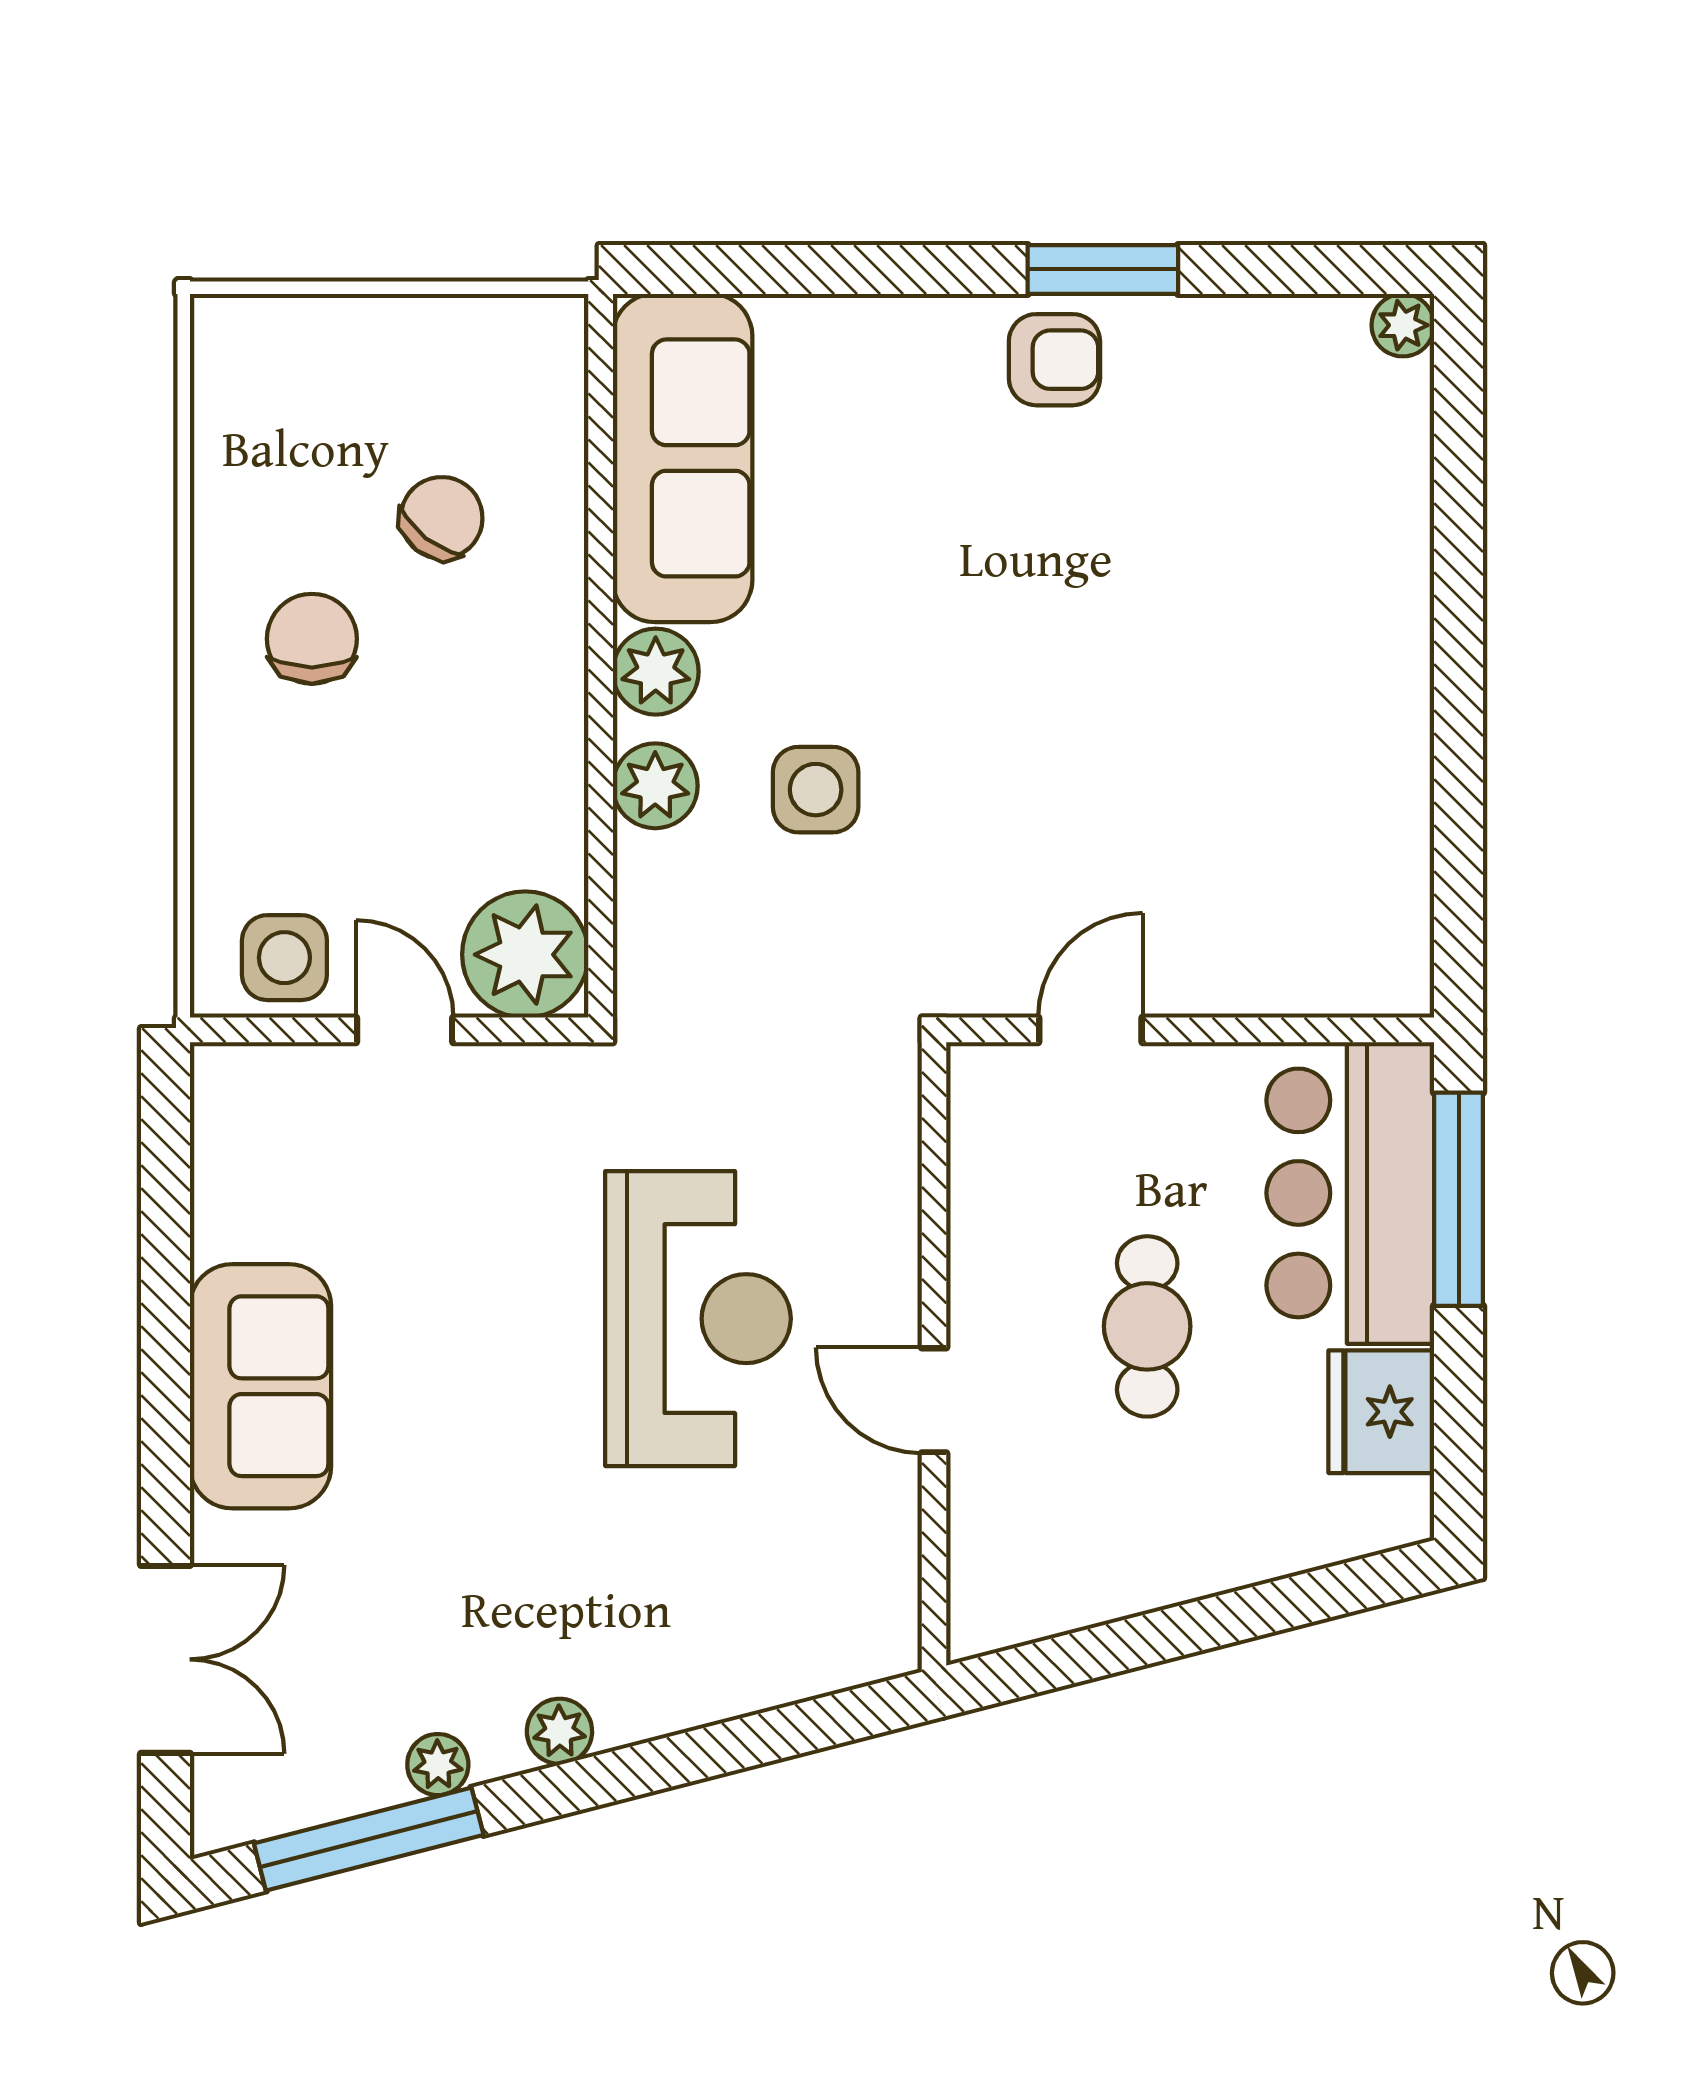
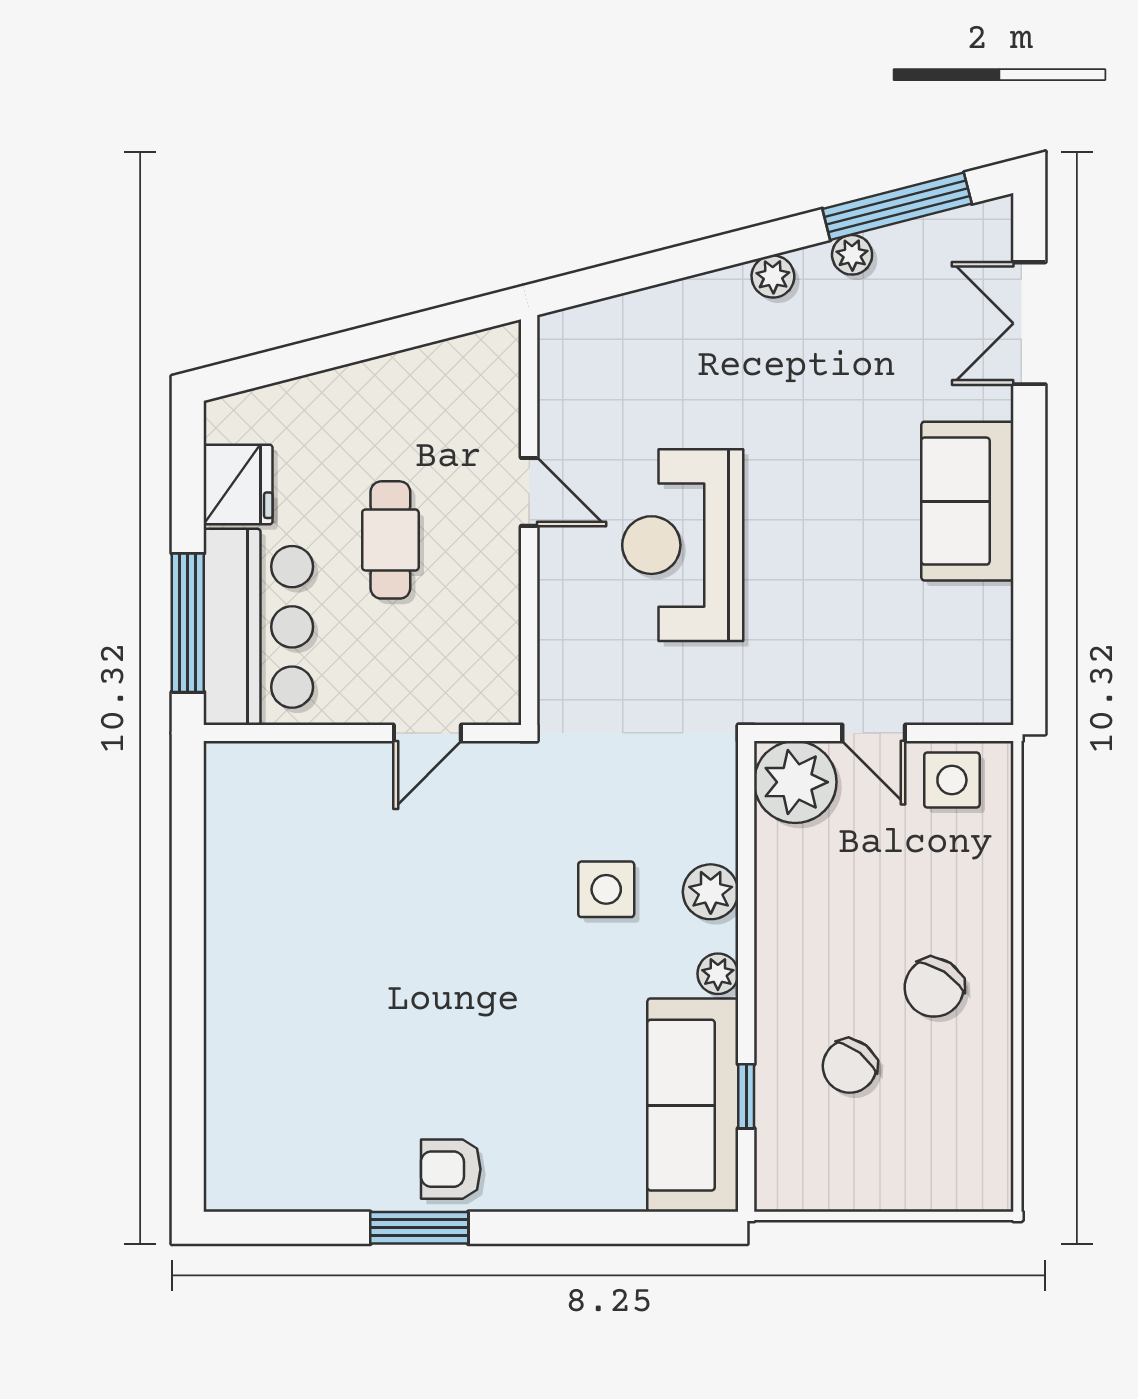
plant: (1403, 325) -> (224, 1192), removed
window: (601, 472) -> (746, 1096), added
chair: (312, 639) -> (934, 987), turned 33
plant: (656, 672) -> (718, 974), width x0.73, depth x0.73

